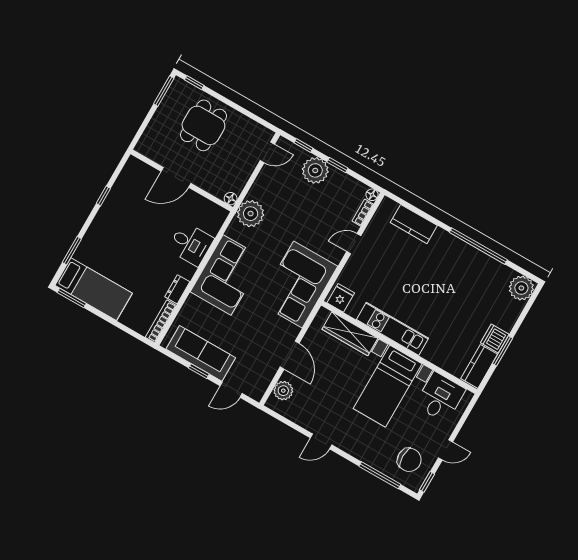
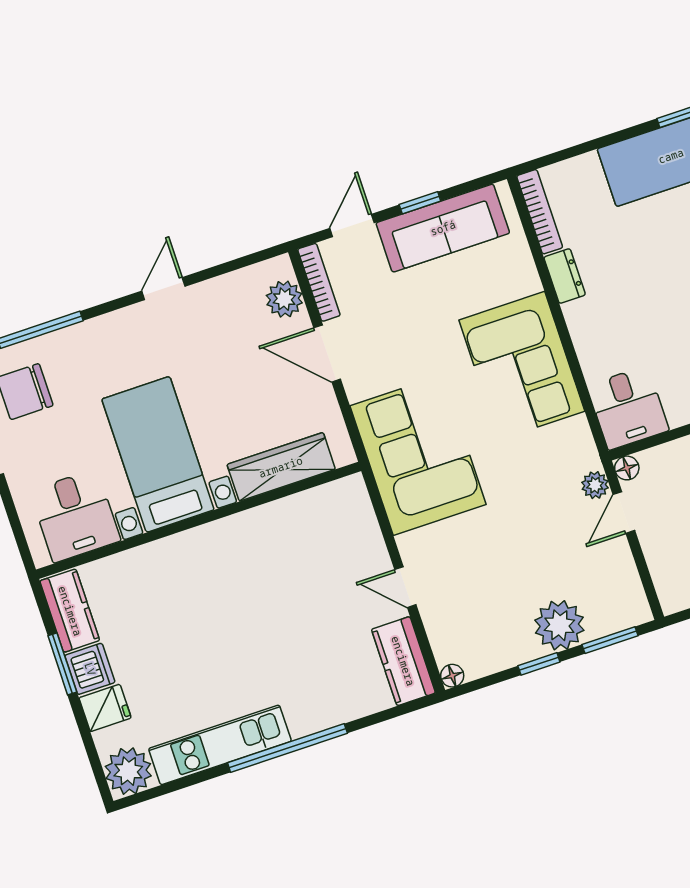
window: (304, 146) -> (610, 640), width x1.50
door: (267, 152) -> (624, 513), moved
bookcase: (363, 213) -> (319, 282), moved, width x1.56
plant: (251, 214) -> (595, 485), width x0.53, depth x0.53
kitchen counter: (414, 224) -> (403, 661), moved, turned -90
desk: (191, 244) -> (628, 408), moved, turned -90
door: (354, 244) -> (405, 587), swing flipped
window: (478, 246) -> (287, 748), moved
fridge: (341, 298) -> (105, 708), moved, turned -90
kitchen unit: (392, 329) -> (220, 745), moved, turned 180

